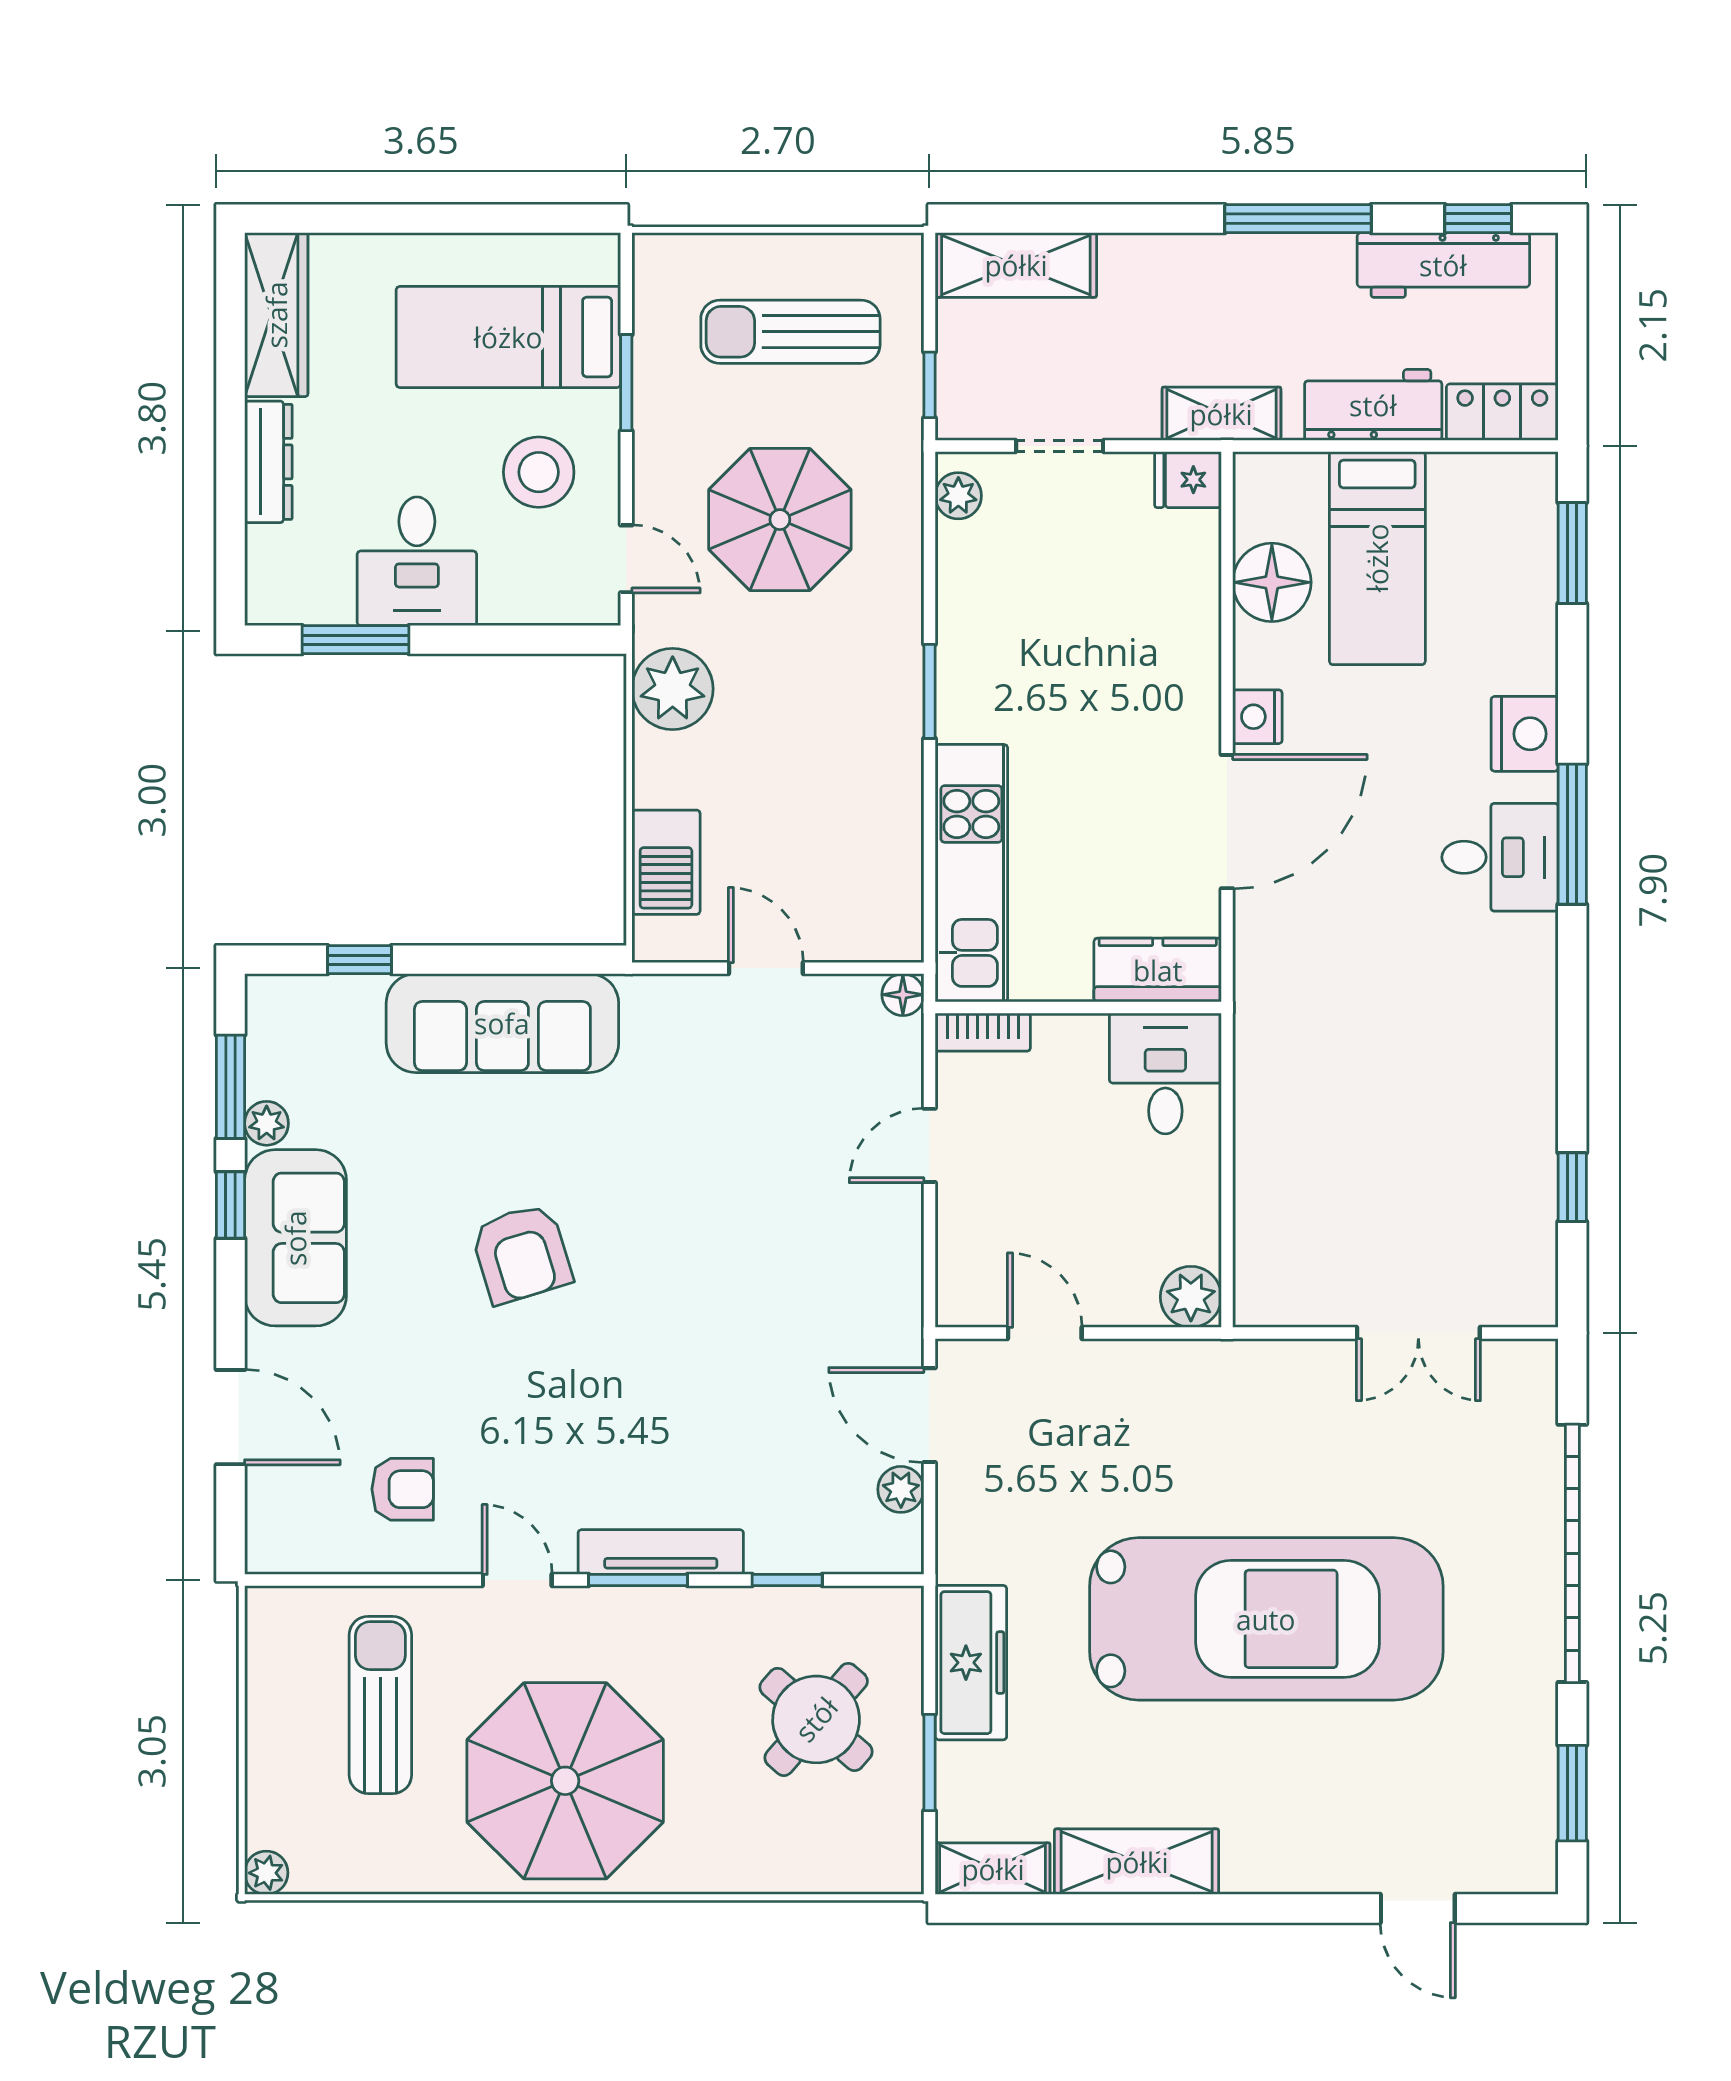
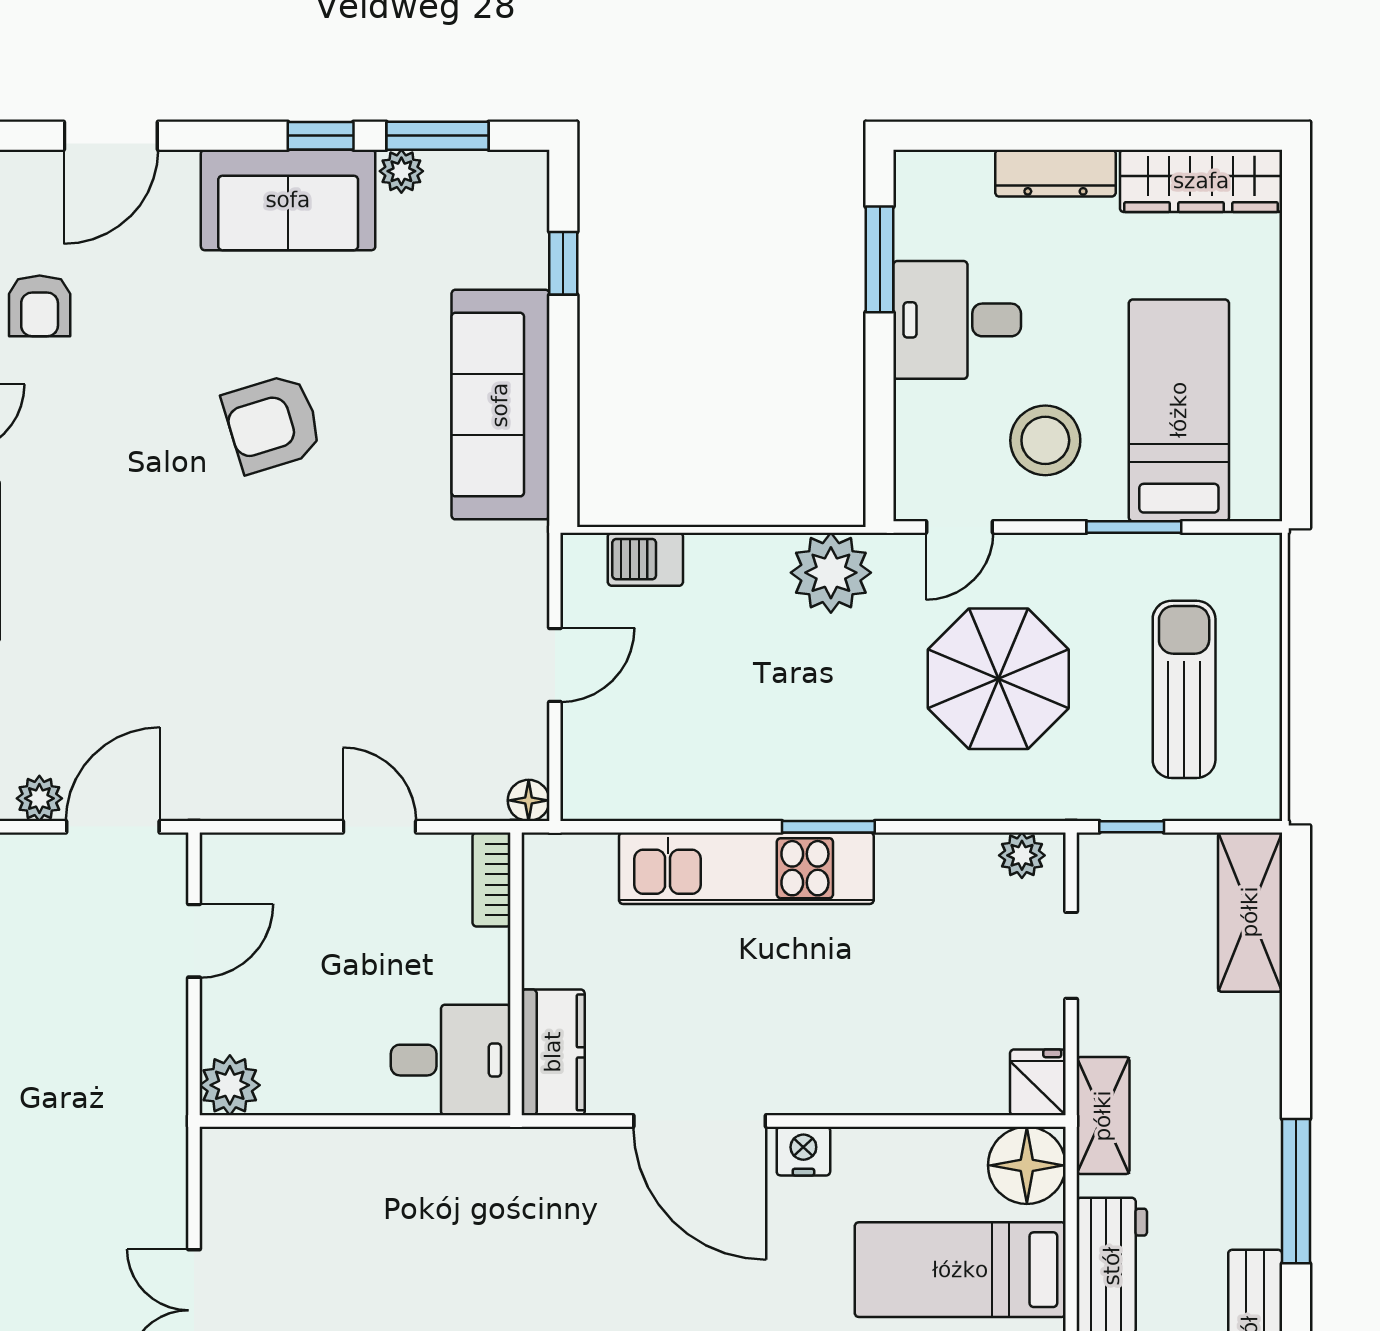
floor lamp: (1272, 582) -> (1027, 1165), moved
barbecue: (666, 862) -> (645, 559), width x0.73, depth x0.79
kitchen unit: (971, 873) -> (746, 868), moved

